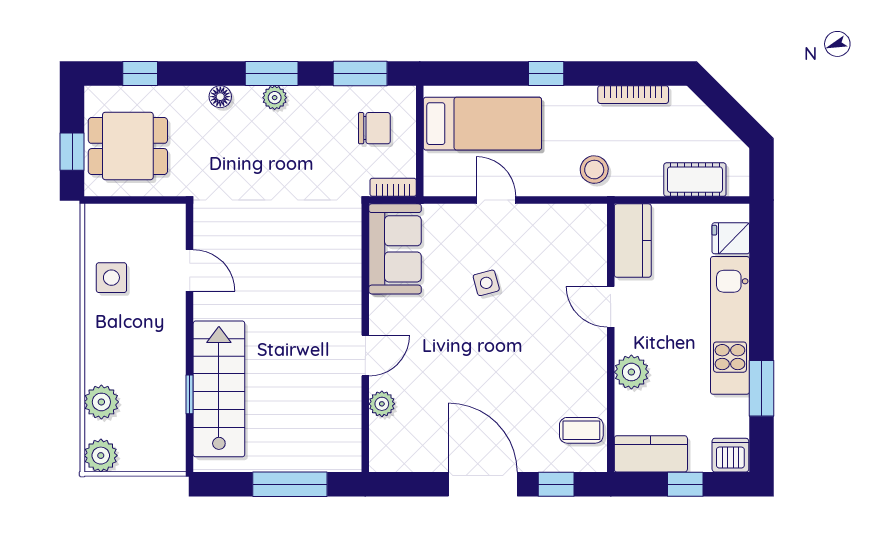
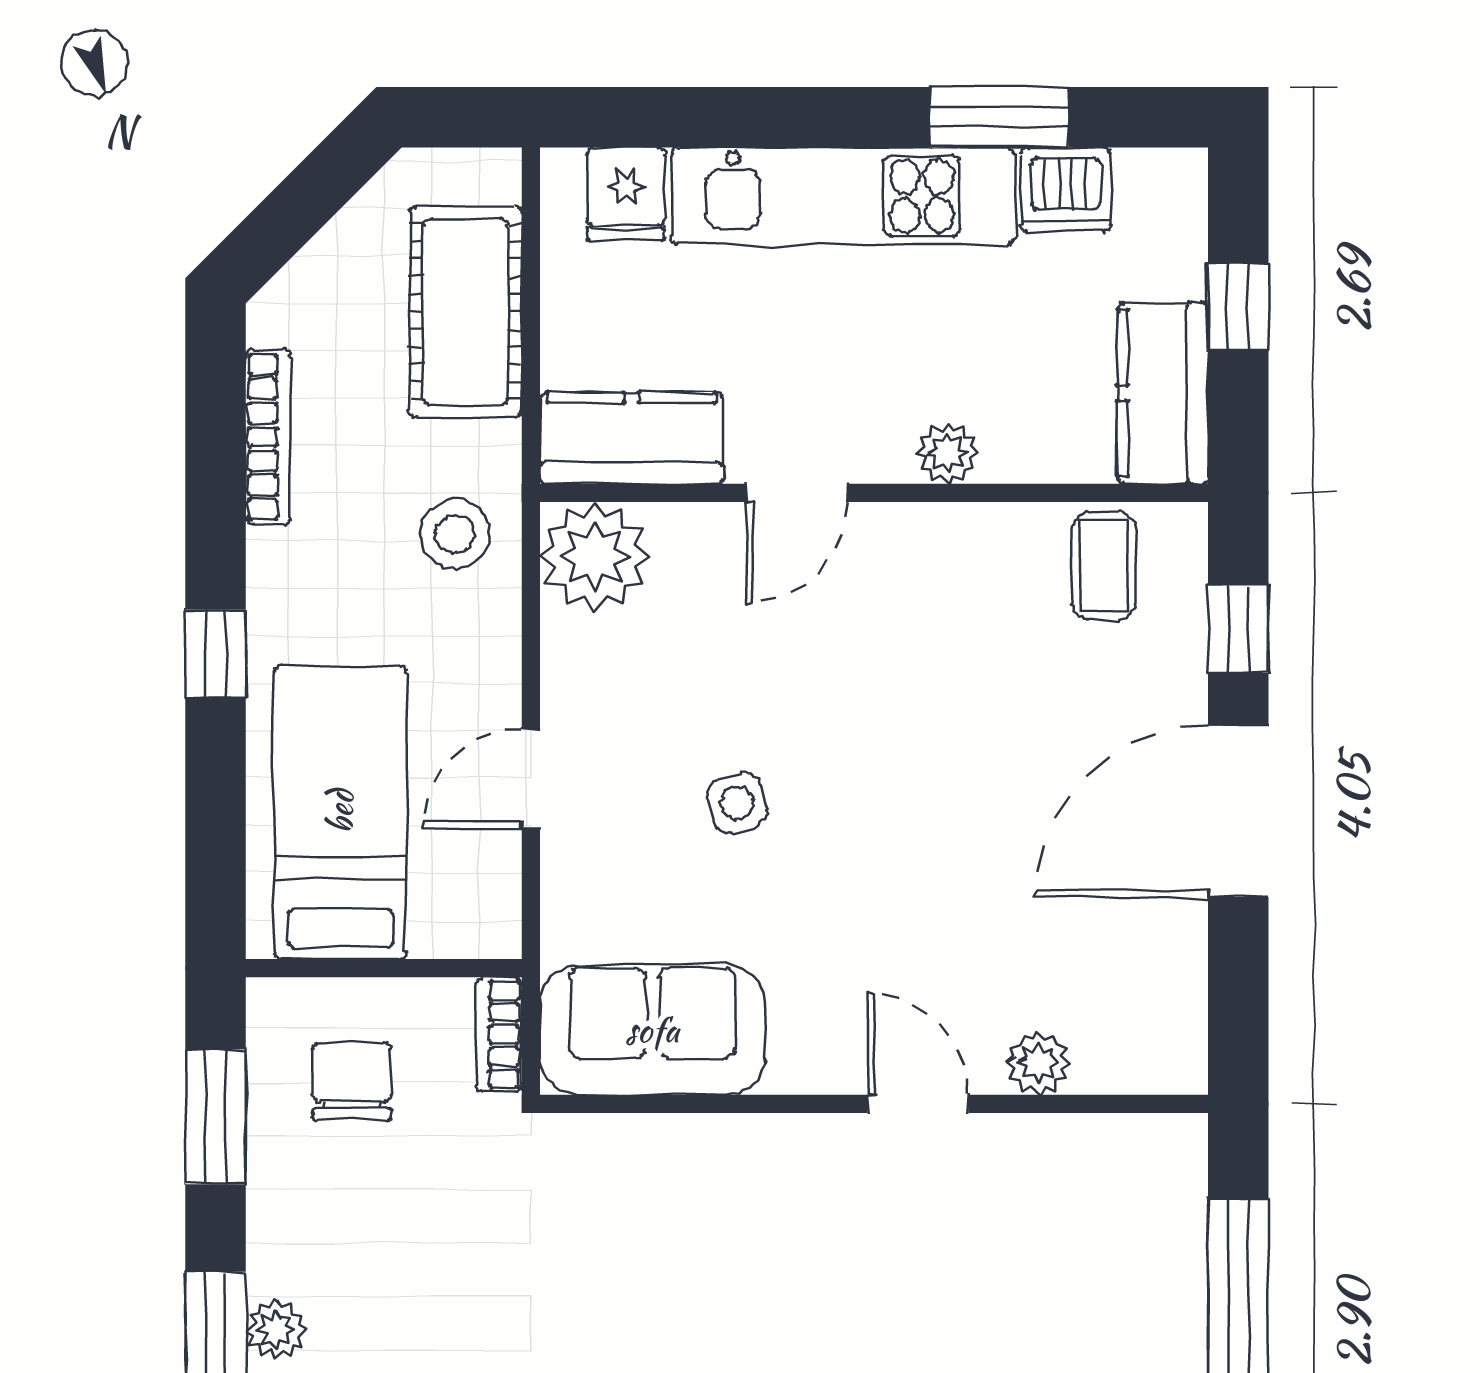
cot: (695, 180) -> (466, 312), width x1.37, depth x1.34
plant: (585, 226) -> (595, 557), added
plant: (631, 372) -> (947, 453), width x0.73, depth x0.73
dishwasher: (730, 455) -> (1066, 190), moved, turned -90

